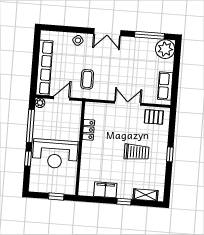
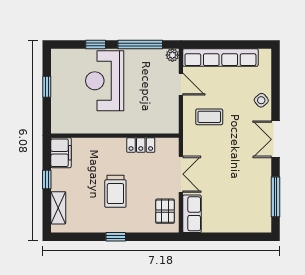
plant: (165, 49) -> (258, 220), removed
row of seats: (165, 86) -> (192, 214), moved, turned 90
locker: (88, 130) -> (141, 145), moved
wall: (80, 148) -> (115, 136), moved

